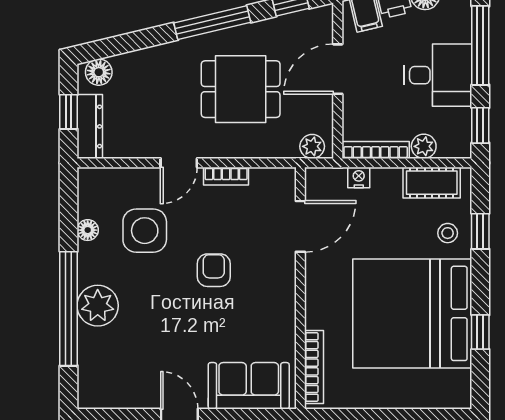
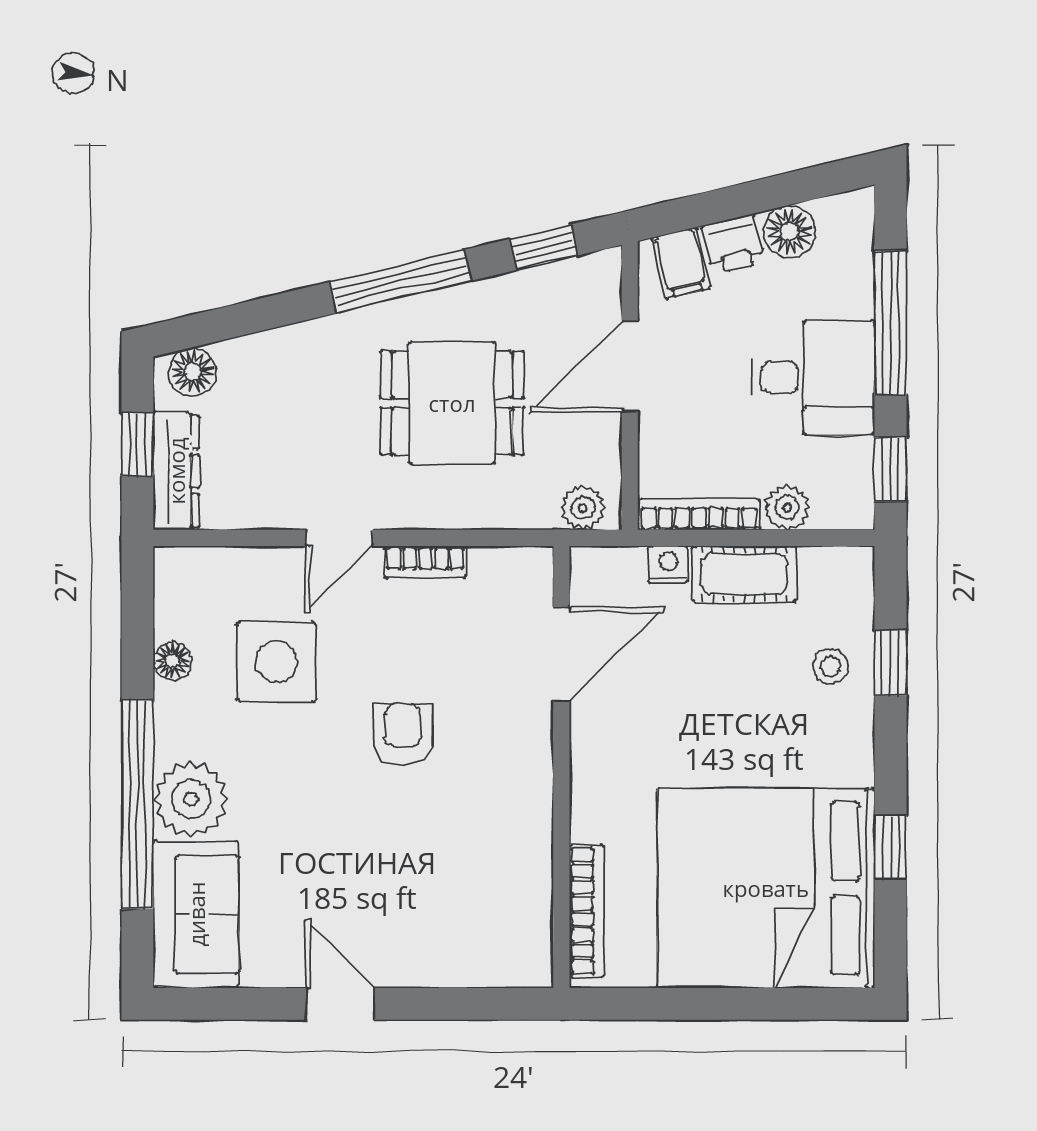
cot: (432, 183) -> (744, 574), moved
bed: (412, 313) -> (766, 888), moved
sofa: (249, 386) -> (196, 914), moved, turned 90

